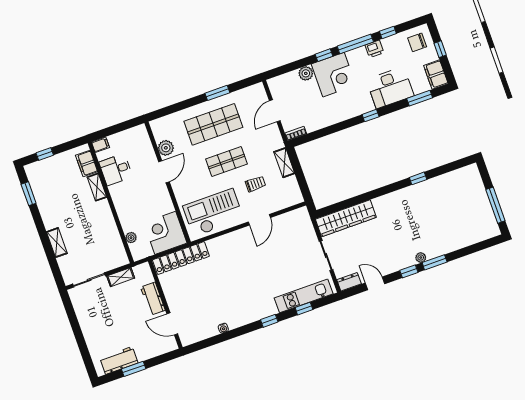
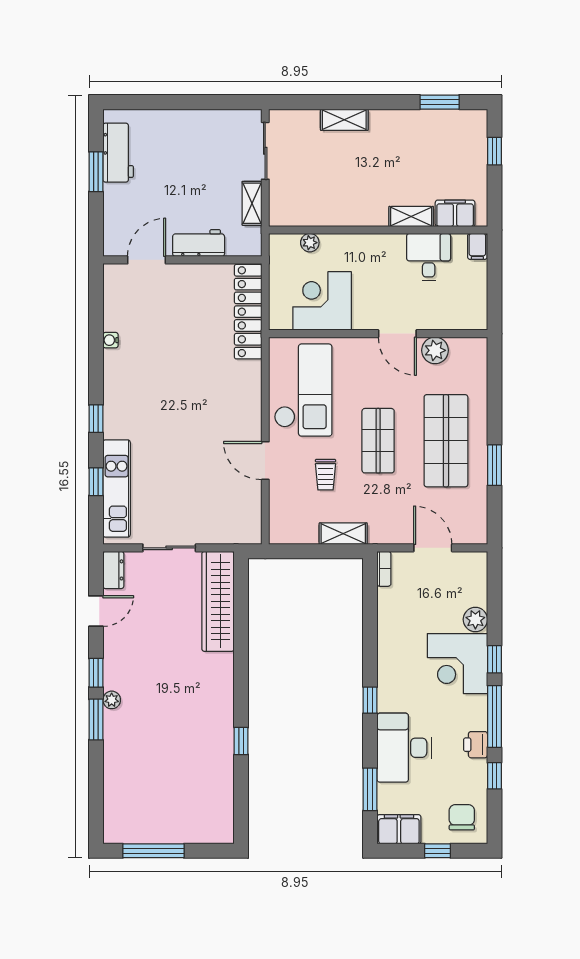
corner desk: (165, 233) -> (322, 301), moved, turned -90

